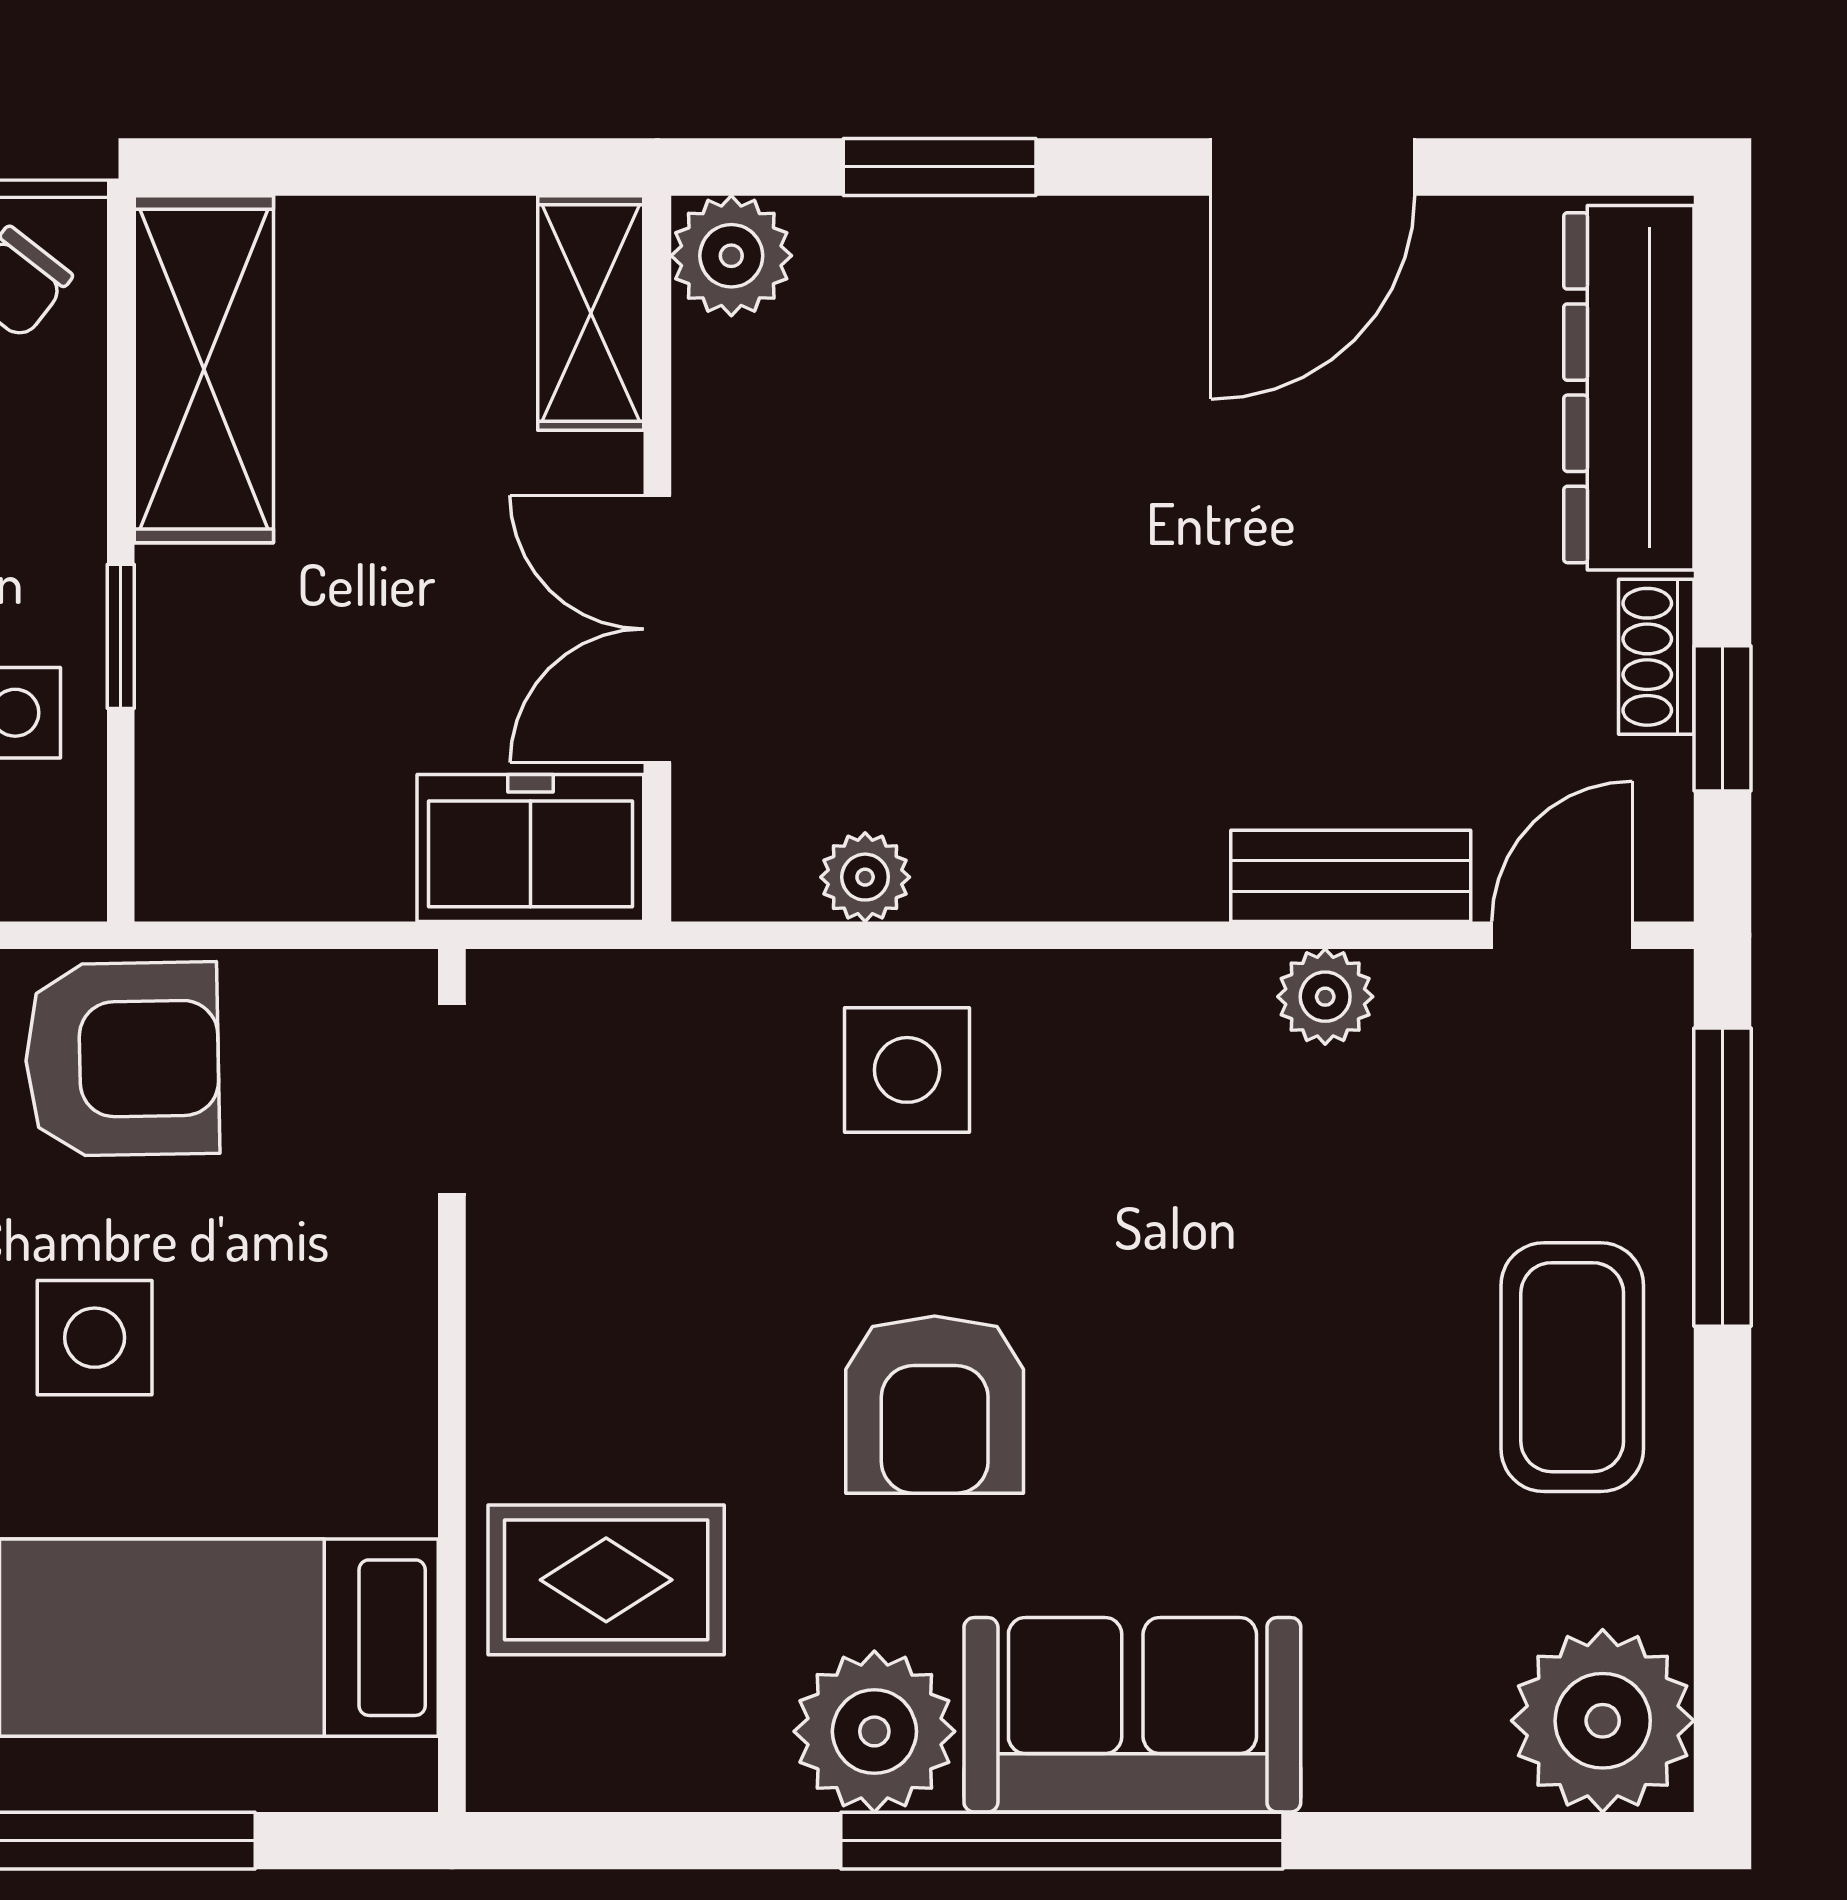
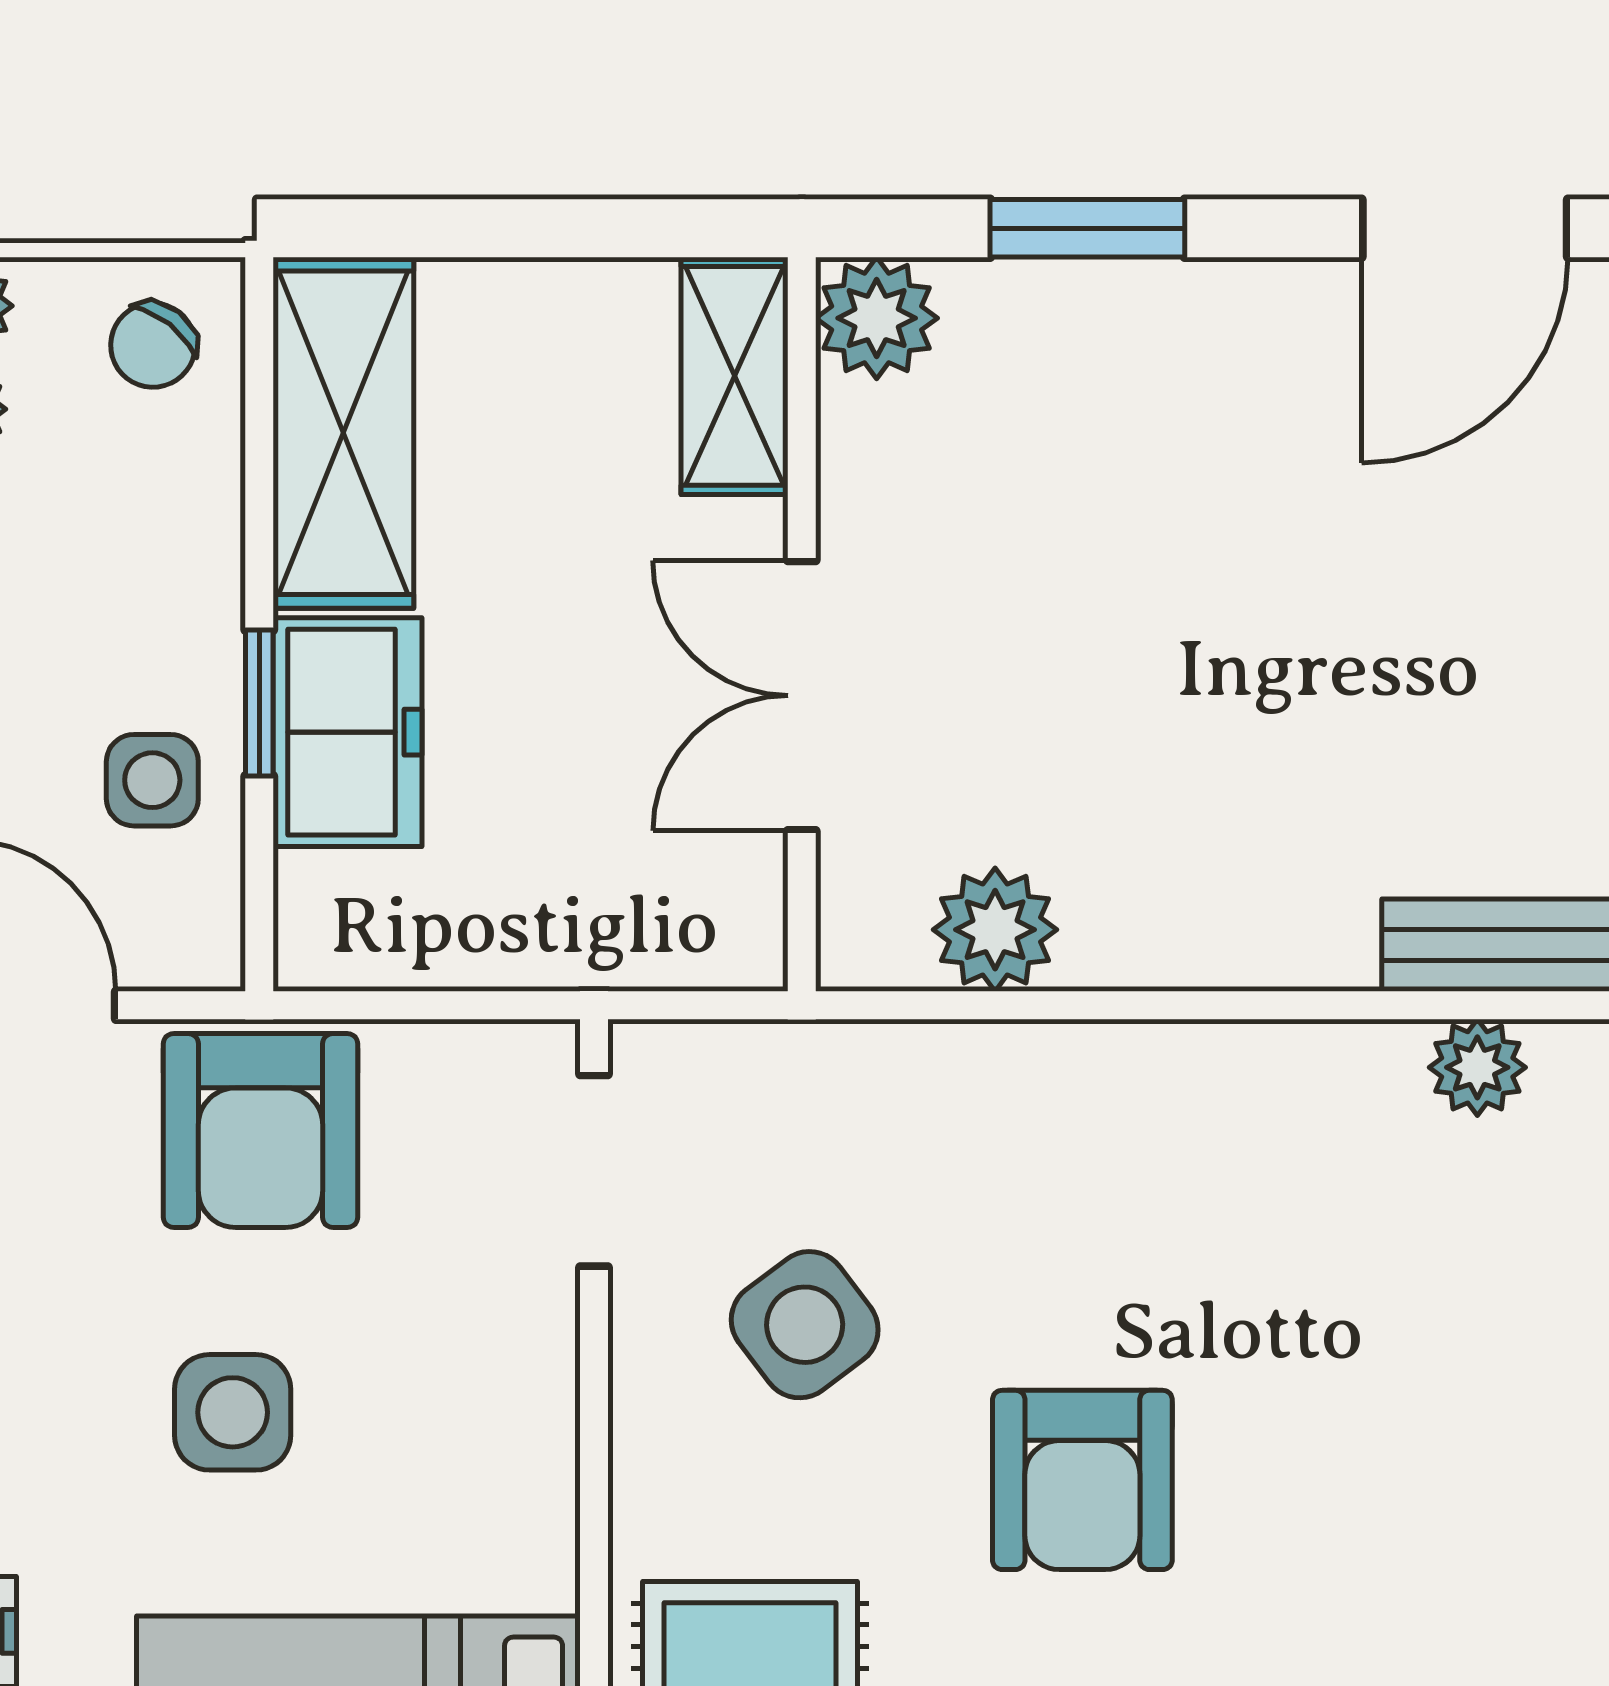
freezer: (530, 848) -> (347, 732), moved, turned 90
plant: (865, 877) -> (995, 930), width x1.38, depth x1.38
armchair: (122, 1059) -> (260, 1131), turned 91
side table: (907, 1070) -> (805, 1325), moved, turned -37

